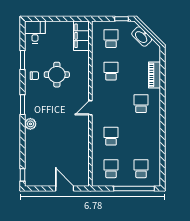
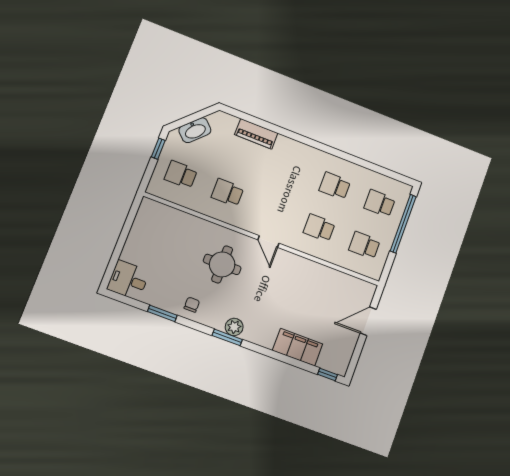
filing cabinet: (81, 36) -> (298, 347), moved, turned 180
round table: (57, 75) -> (222, 264), moved
school desk: (141, 104) -> (335, 186), moved
plant: (30, 124) -> (234, 327), moved

